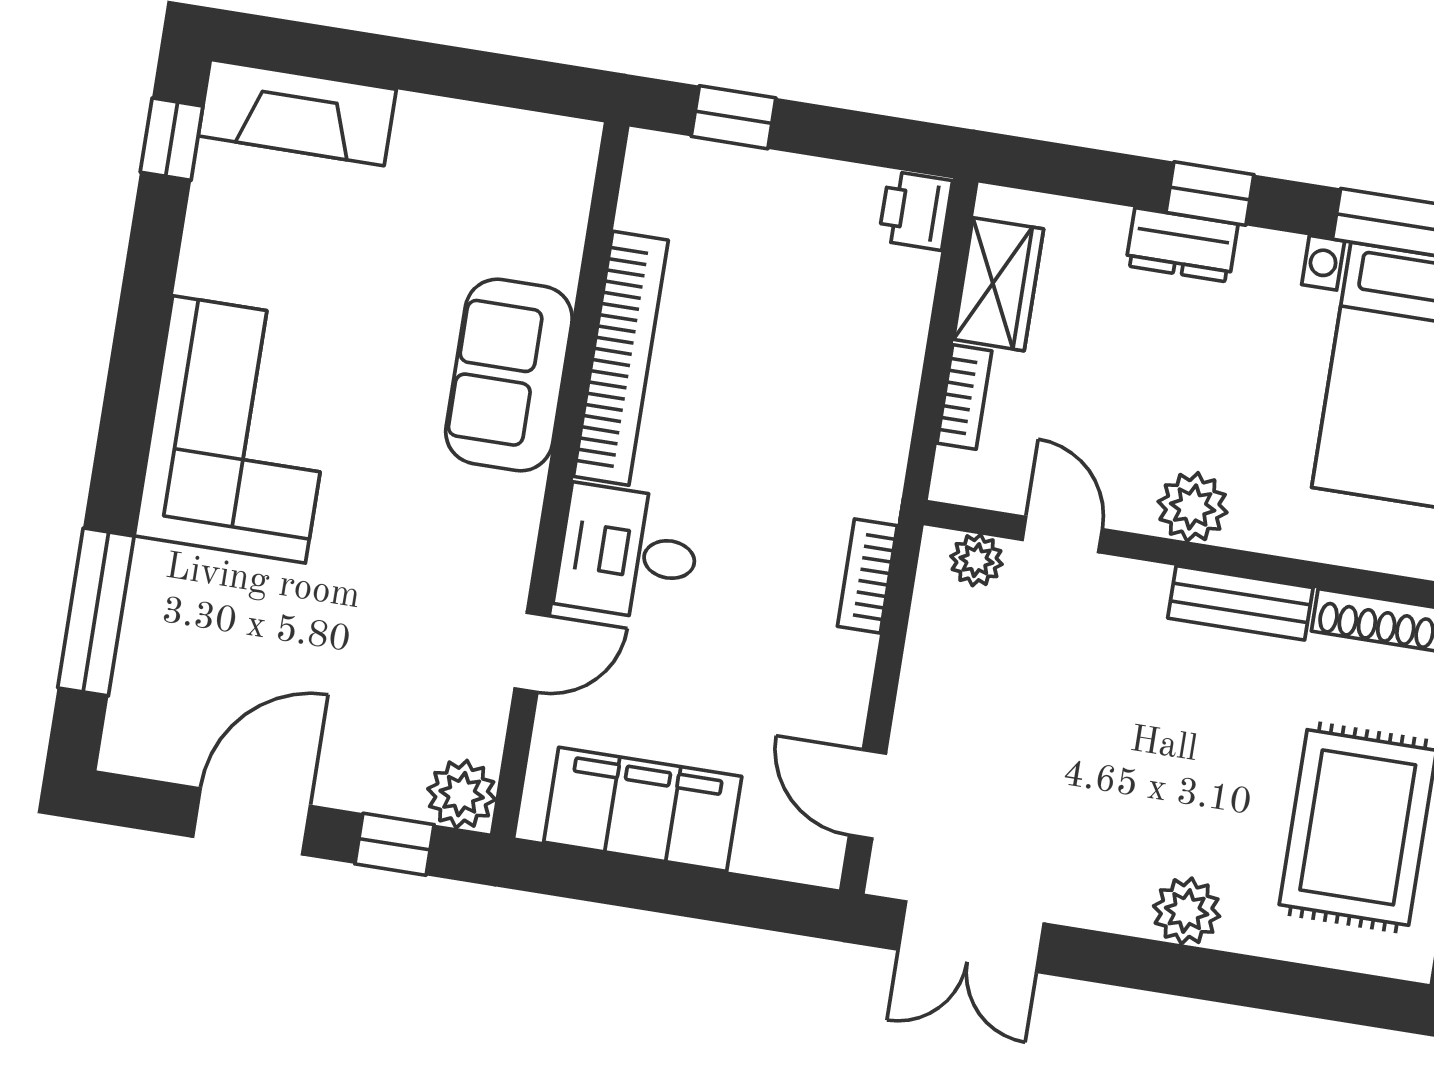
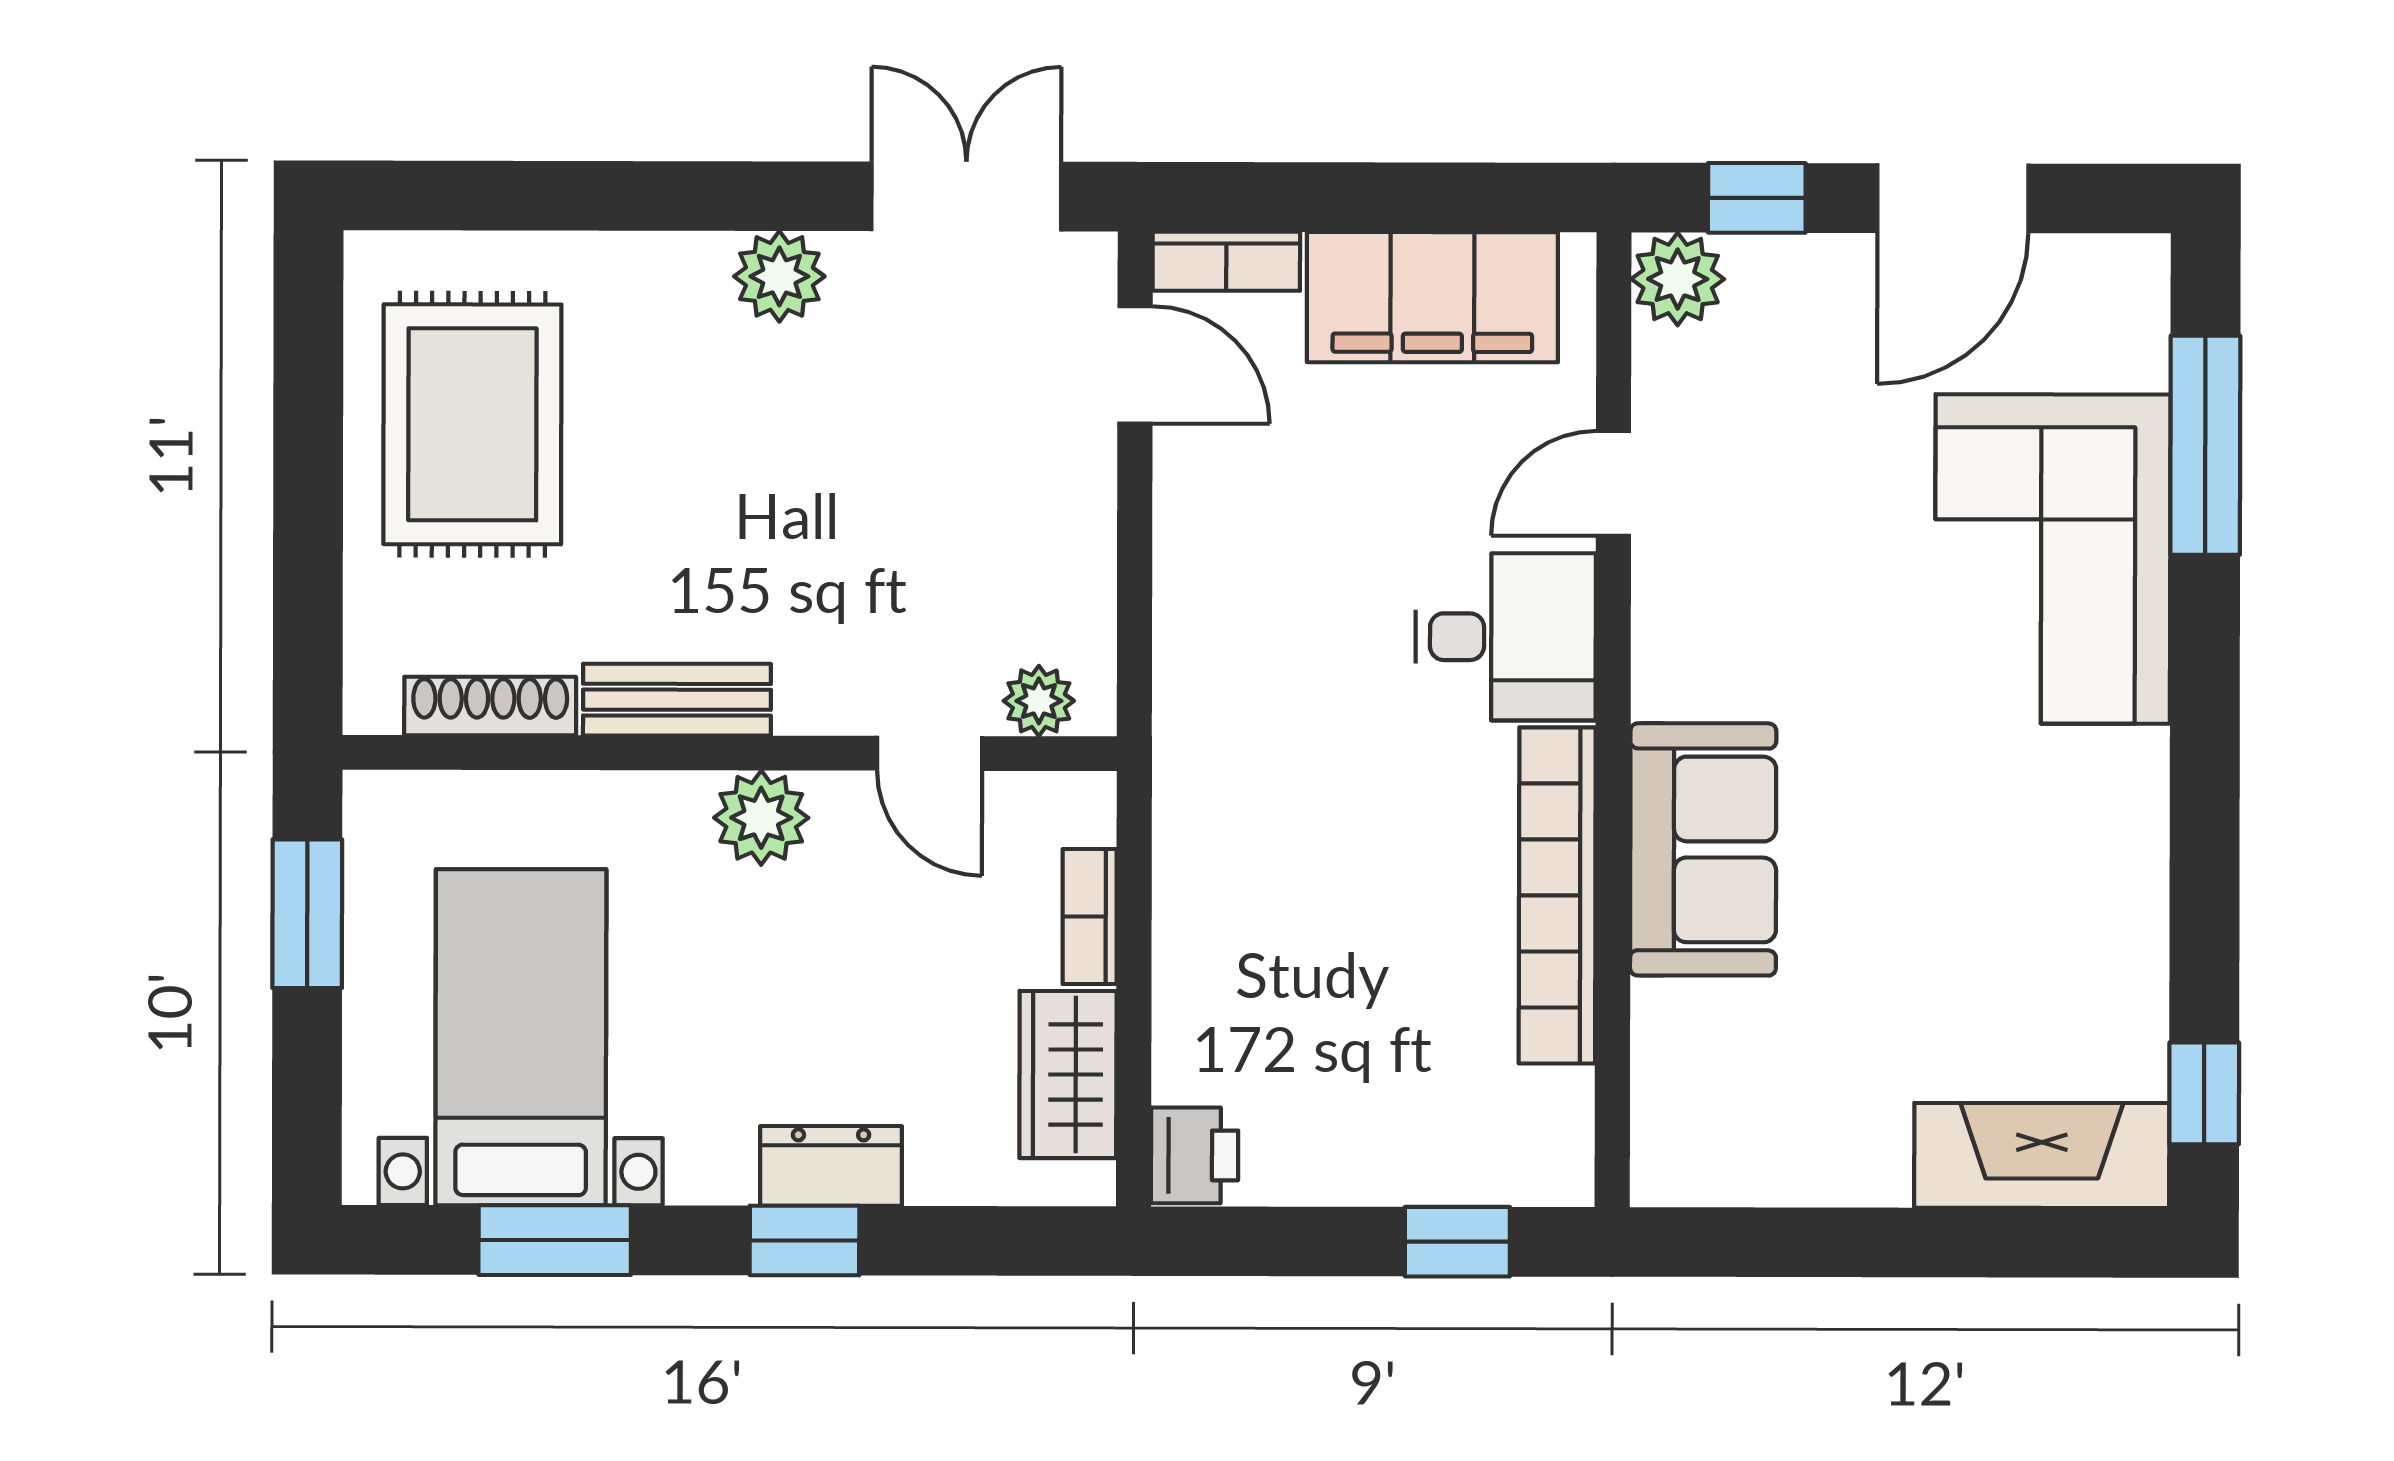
corner sofa: (239, 429) -> (2053, 559), moved
bookcase: (867, 576) -> (1226, 261), moved, turned 90
plant: (1187, 911) -> (779, 276), moved

